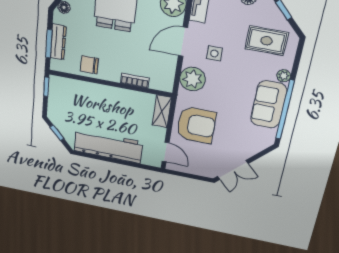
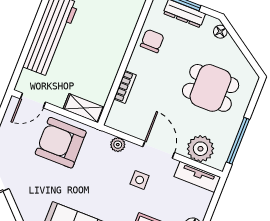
plant: (192, 79) -> (118, 145), width x0.53, depth x0.53
armchair: (196, 125) -> (61, 143), turned 90

